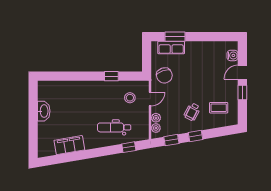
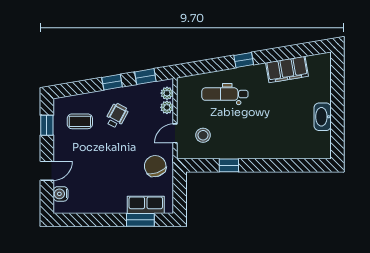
window: (242, 92) -> (47, 125), moved
dental chair: (114, 127) -> (225, 94), turned 180
window: (129, 147) -> (244, 60), moved

